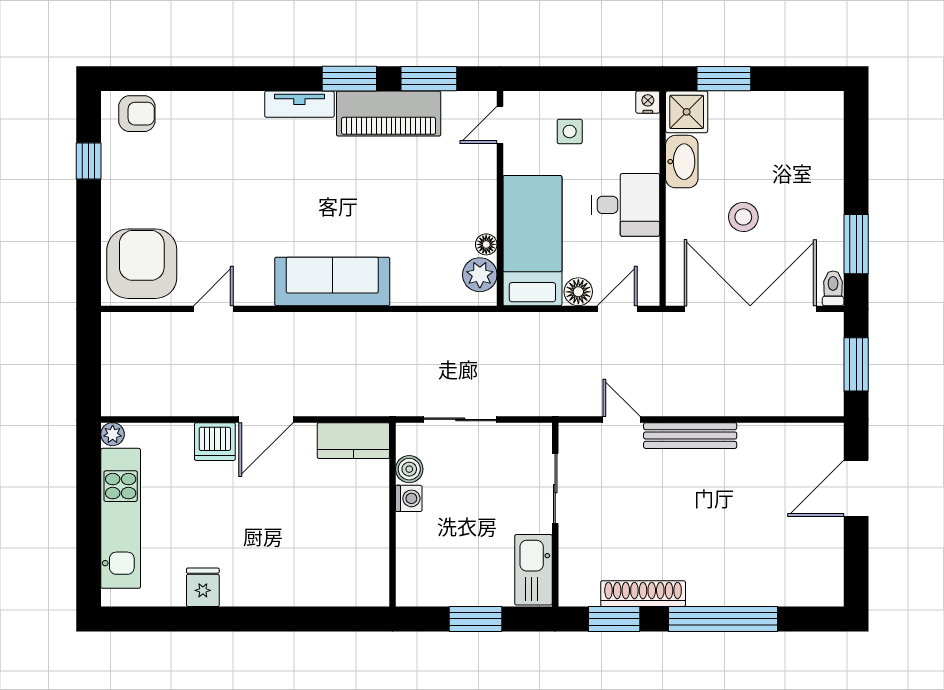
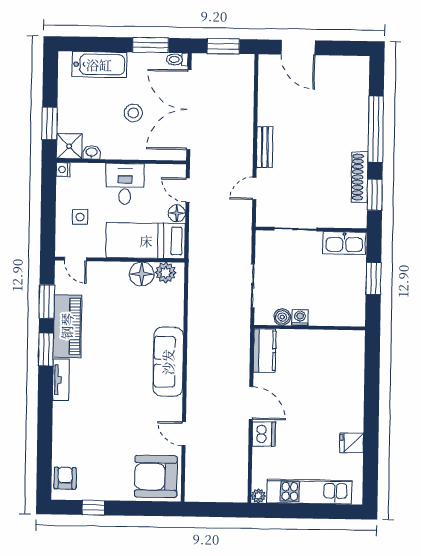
bathtub: (823, 160) -> (99, 65), added
washbasin: (682, 162) -> (92, 152), width x0.52, depth x0.69
floor lamp: (486, 244) -> (142, 274), width x1.89, depth x1.89
bench: (690, 436) -> (265, 147), width x0.73

